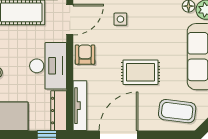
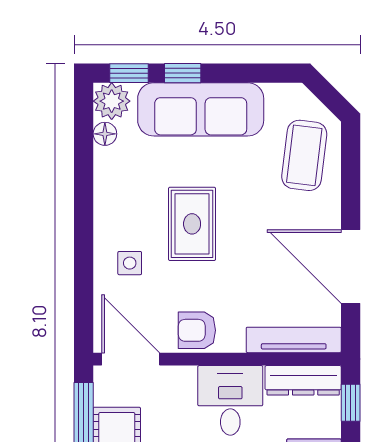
desk: (48, 66) -> (230, 400), width x0.73
rug: (140, 72) -> (192, 224), moved

